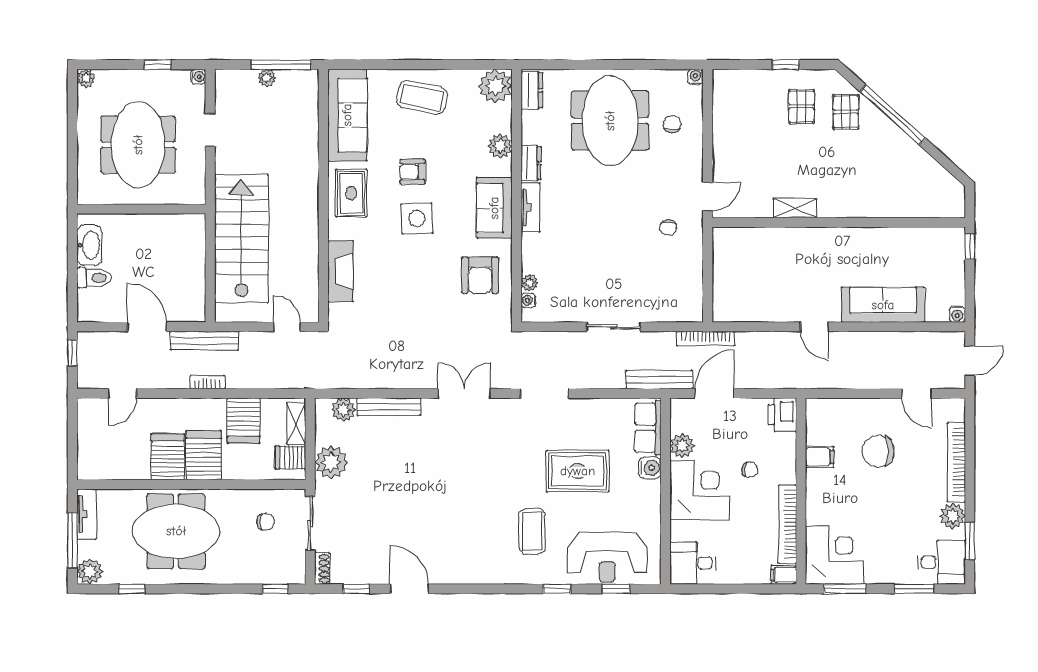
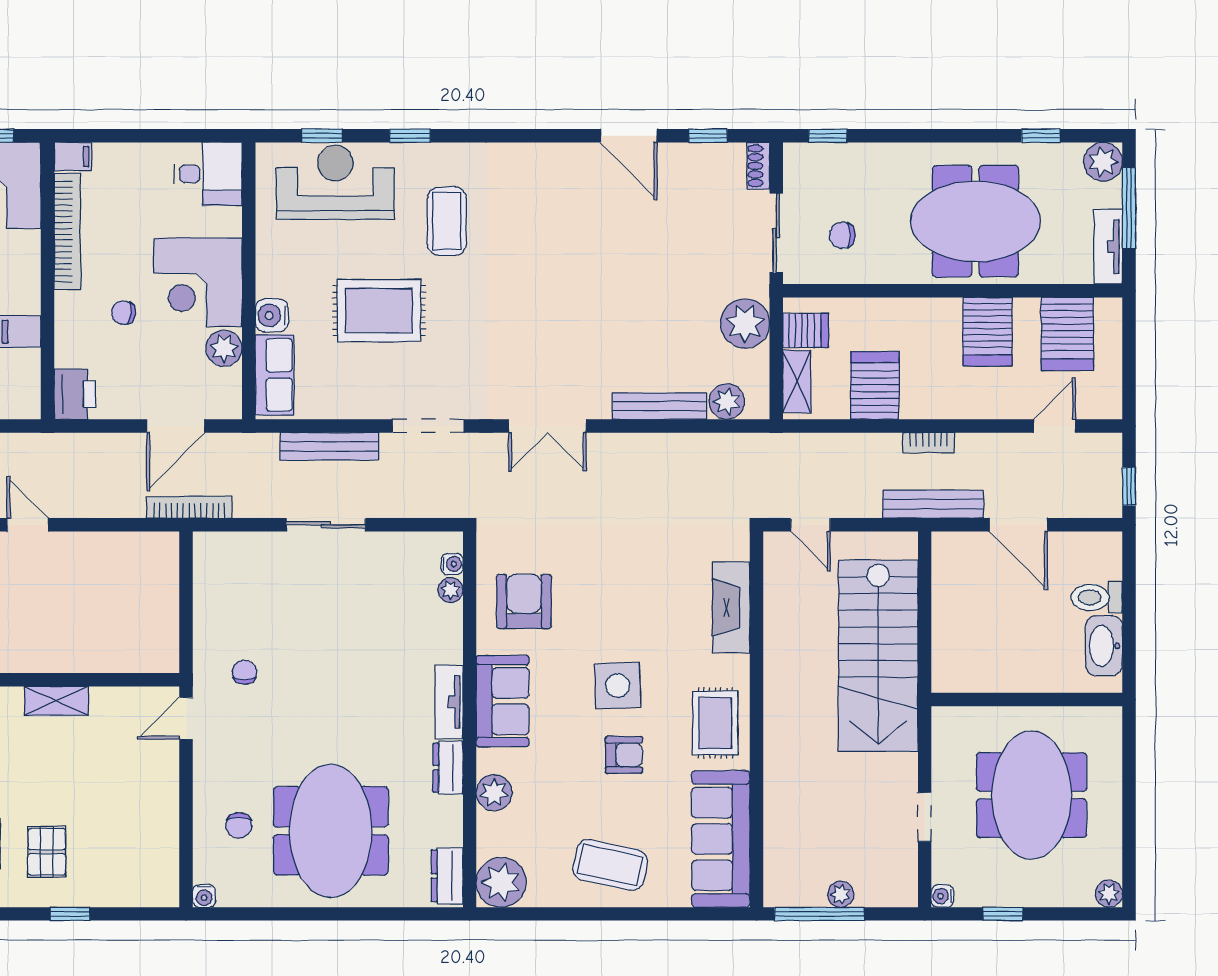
bench: (659, 380) -> (329, 446), moved
server rack: (204, 455) -> (1067, 334), moved

